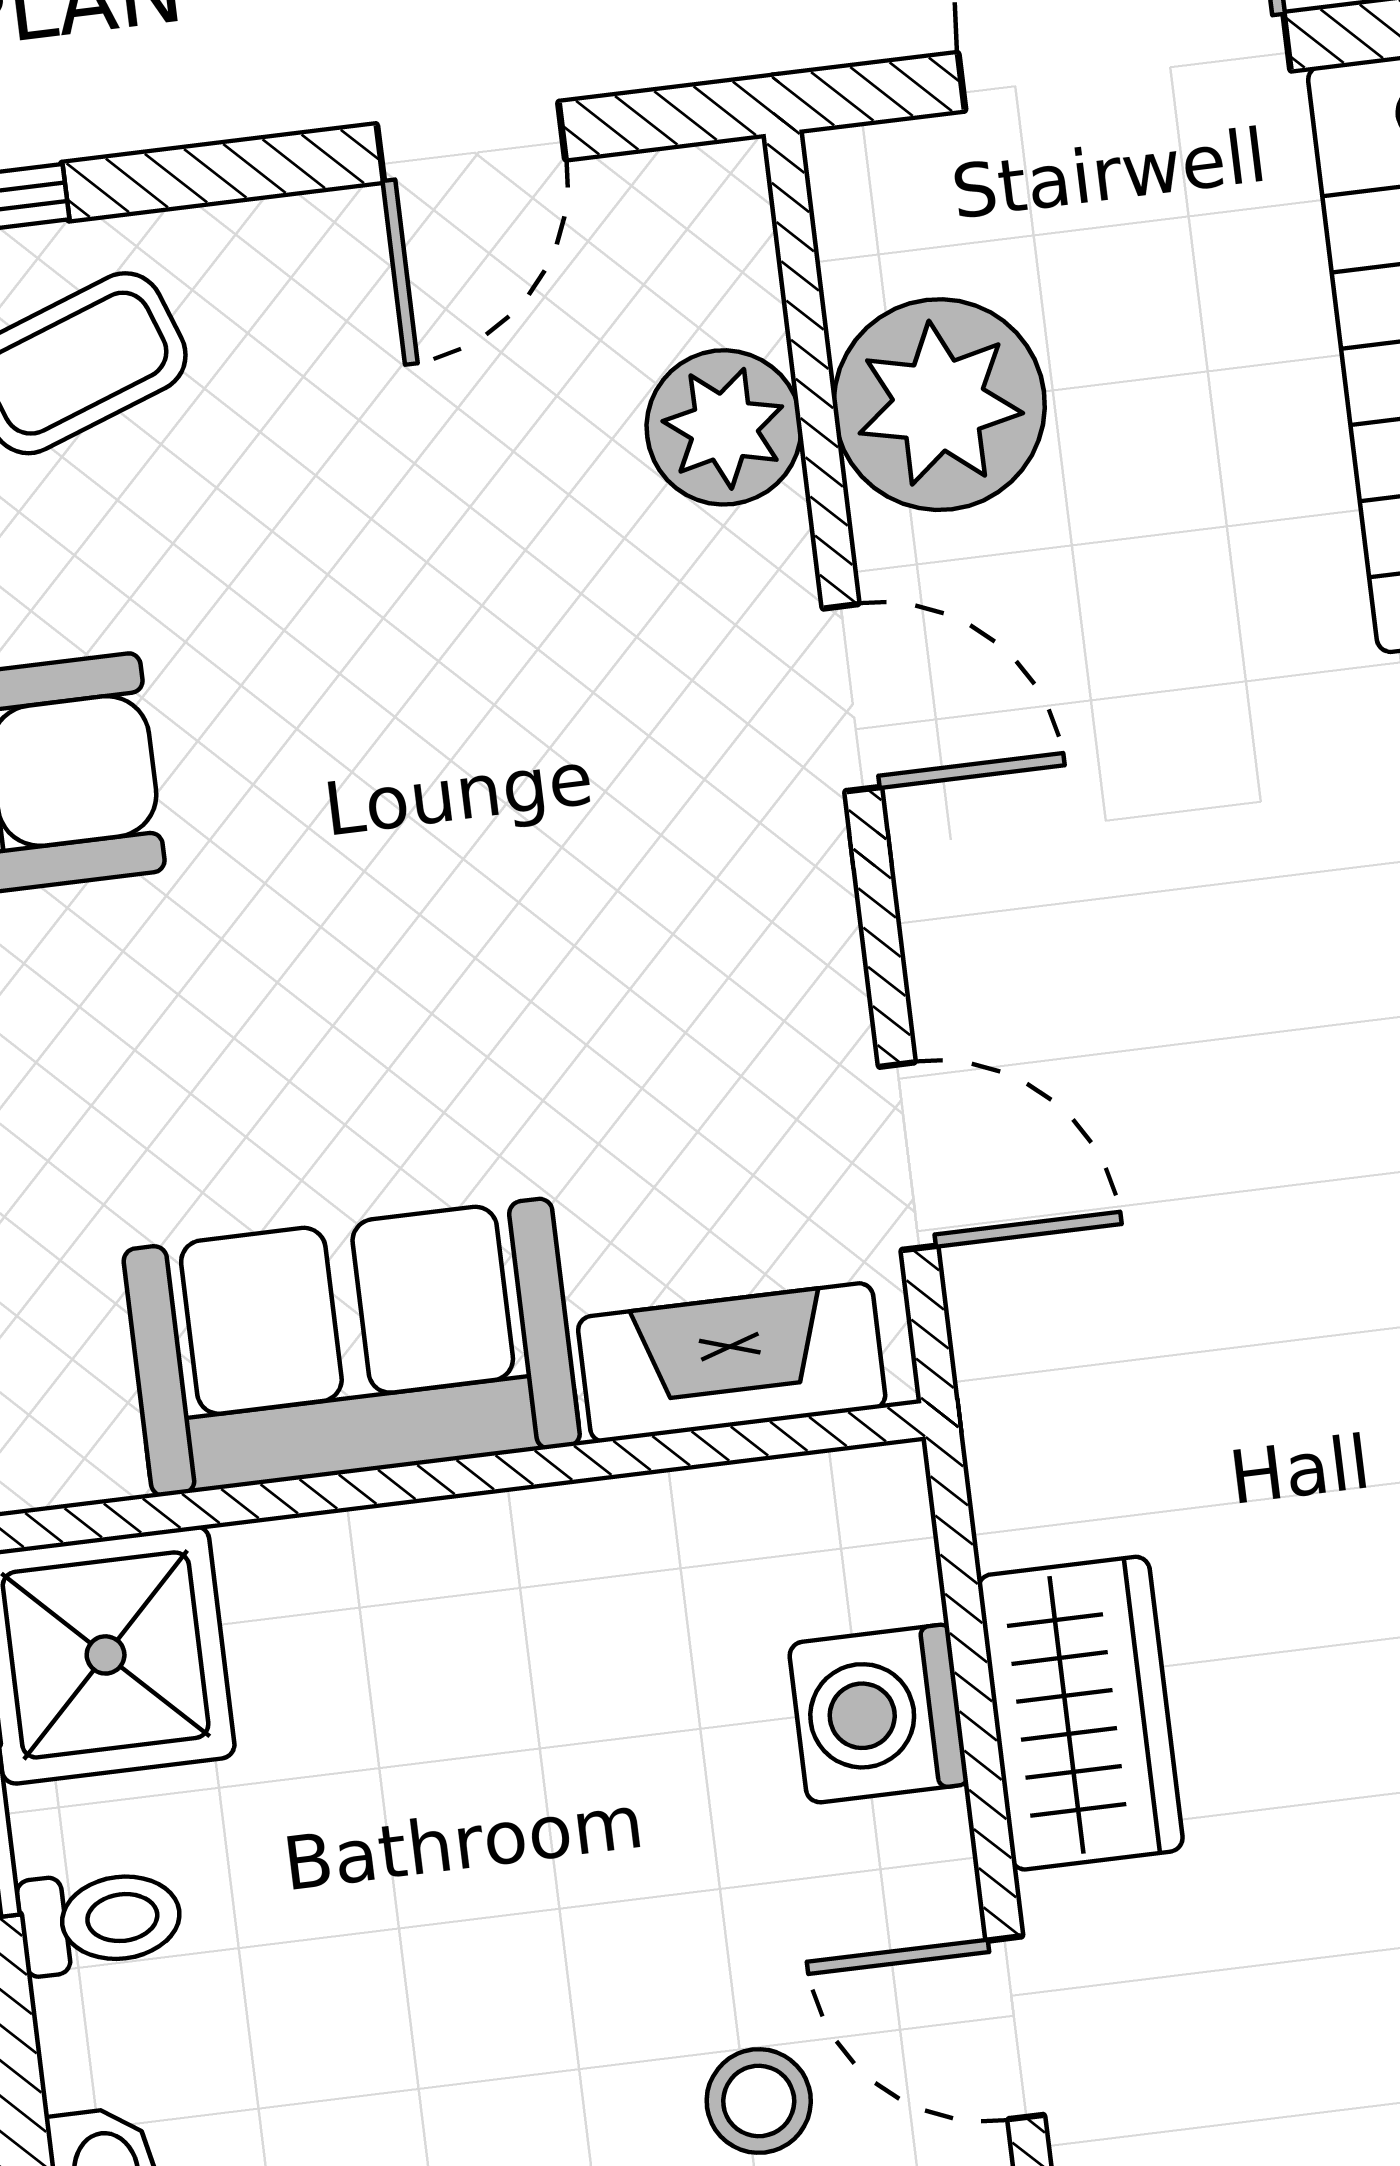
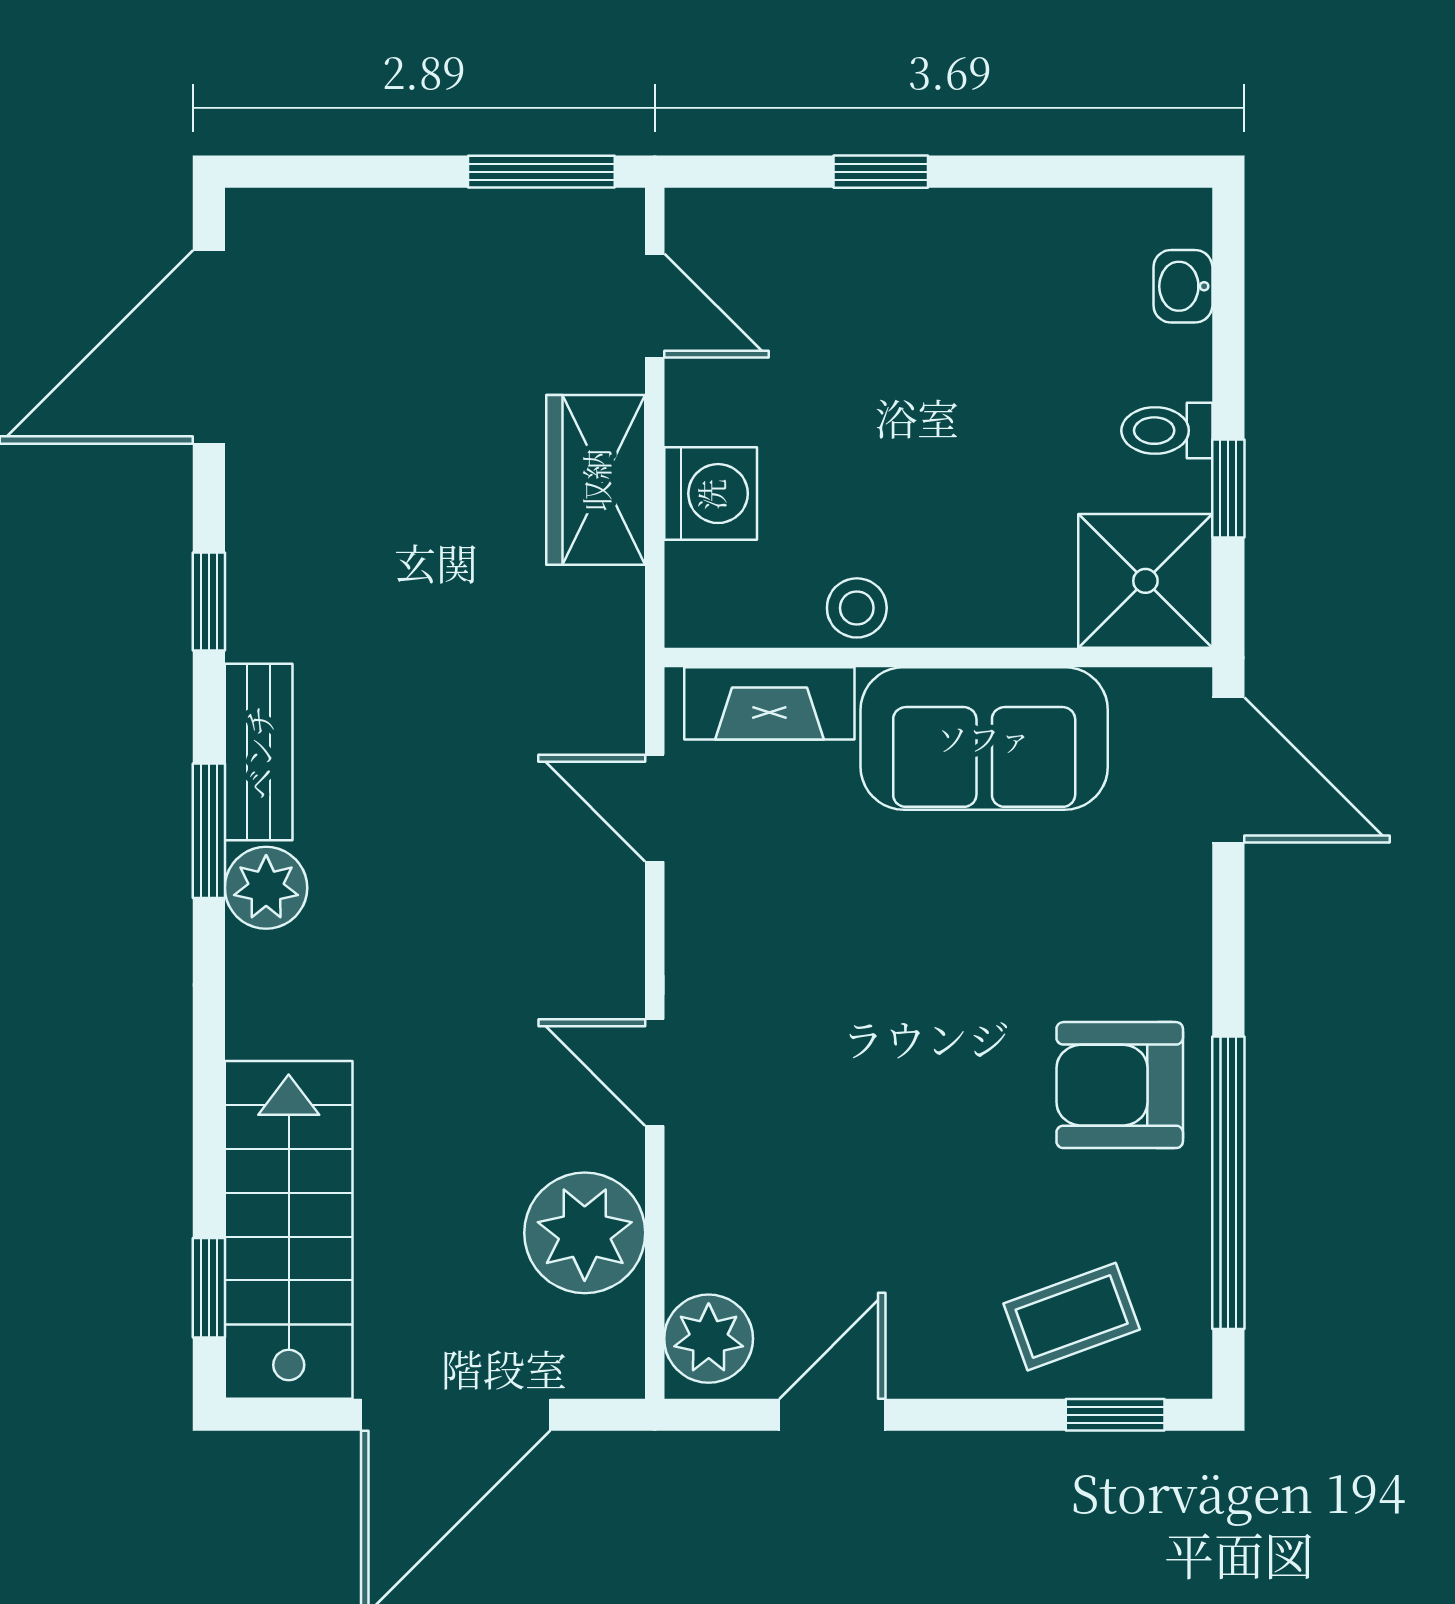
plant: (724, 427) -> (709, 1339), moved
stool: (759, 2101) -> (857, 608), moved

